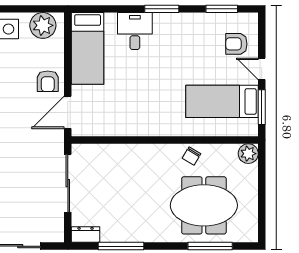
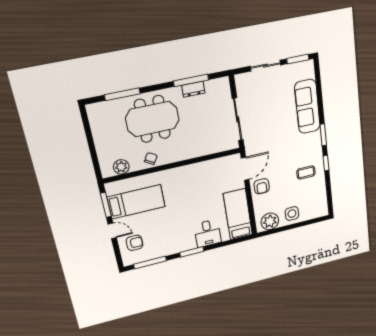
window: (222, 9) -> (150, 263), width x1.44
armchair: (48, 81) -> (262, 186), turned 180
plant: (248, 154) -> (121, 167), moved
meeting table: (204, 205) -> (152, 119), moved
dresser: (86, 235) -> (193, 89), moved

